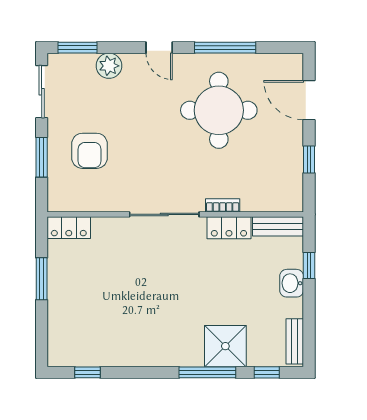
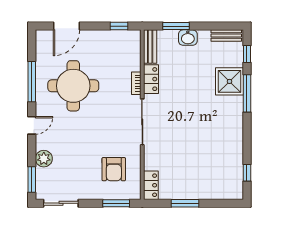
armchair: (90, 151) -> (114, 169), moved, turned 90
window: (42, 157) -> (116, 203), moved
window: (309, 159) -> (119, 26), moved
window: (309, 265) -> (176, 26), width x1.50

